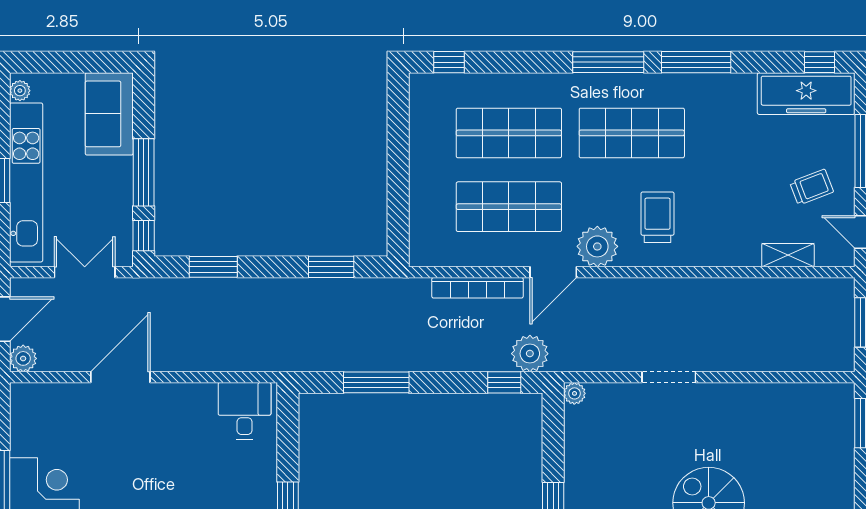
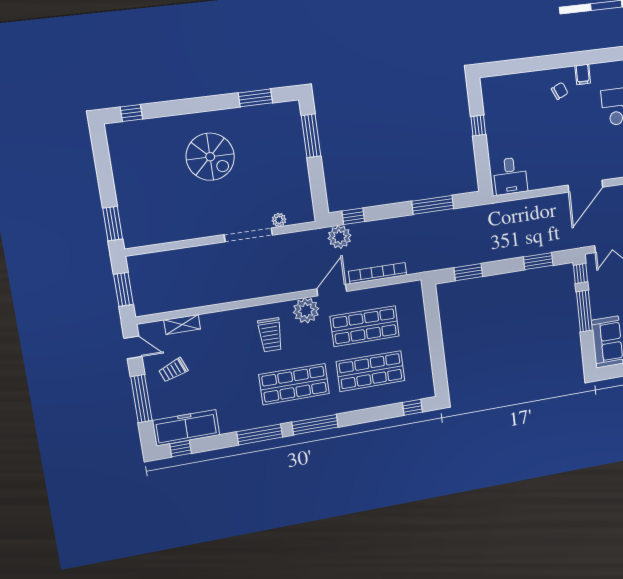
doorway: (669, 377) -> (248, 235), width x1.36
plant: (574, 393) -> (279, 220), moved

